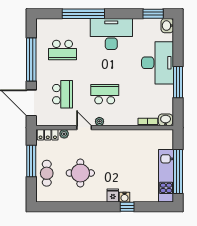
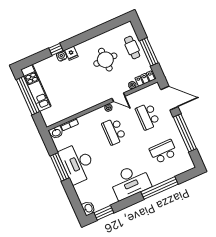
desk: (158, 63) -> (78, 163), moved
school desk: (105, 94) -> (114, 131), turned 90

